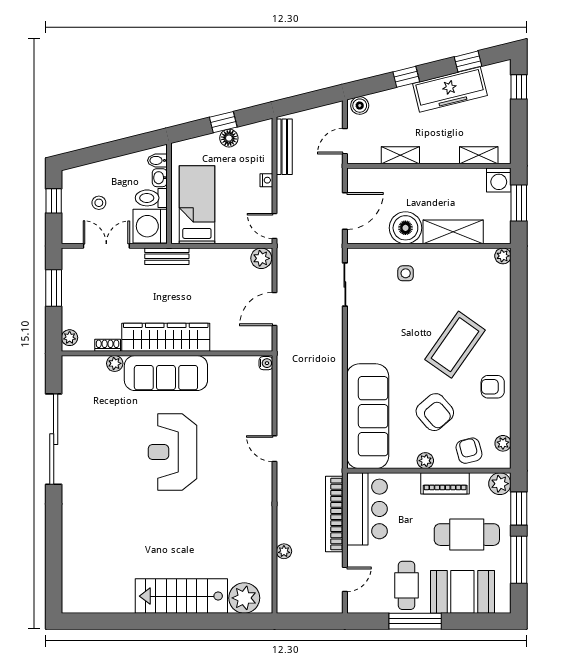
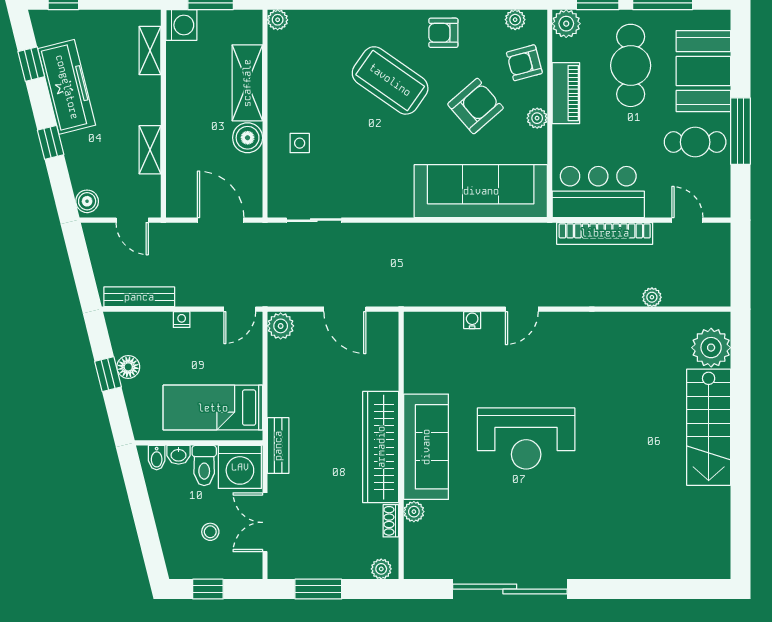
boiler: (405, 228) -> (248, 138), width x0.73, depth x0.73
water cooler: (266, 363) -> (472, 320), moved
armchair: (493, 387) -> (443, 33), turned 90

